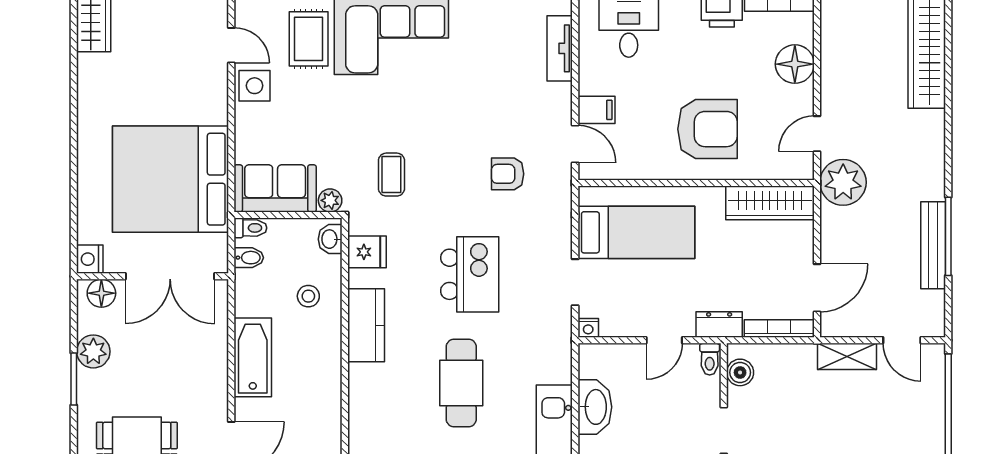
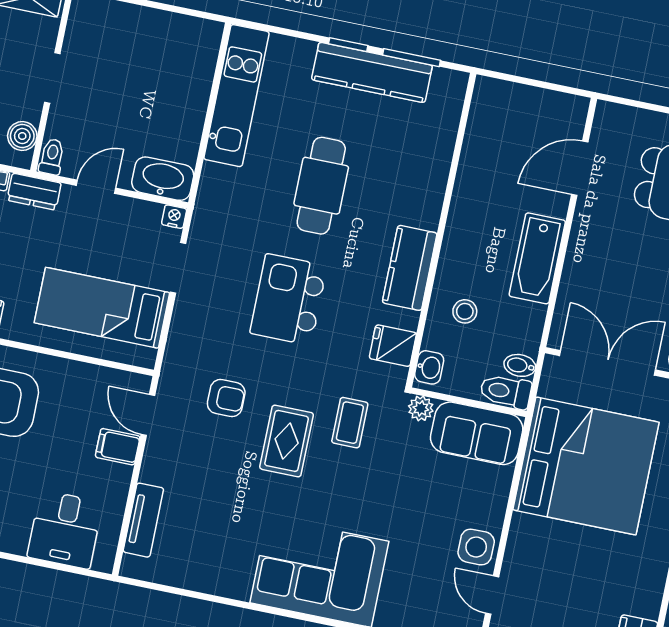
rug: (309, 39) -> (287, 441), moved
toilet: (250, 228) -> (506, 391), width x1.37, depth x1.39
washbasin: (595, 407) -> (163, 179), moved, turned 90

